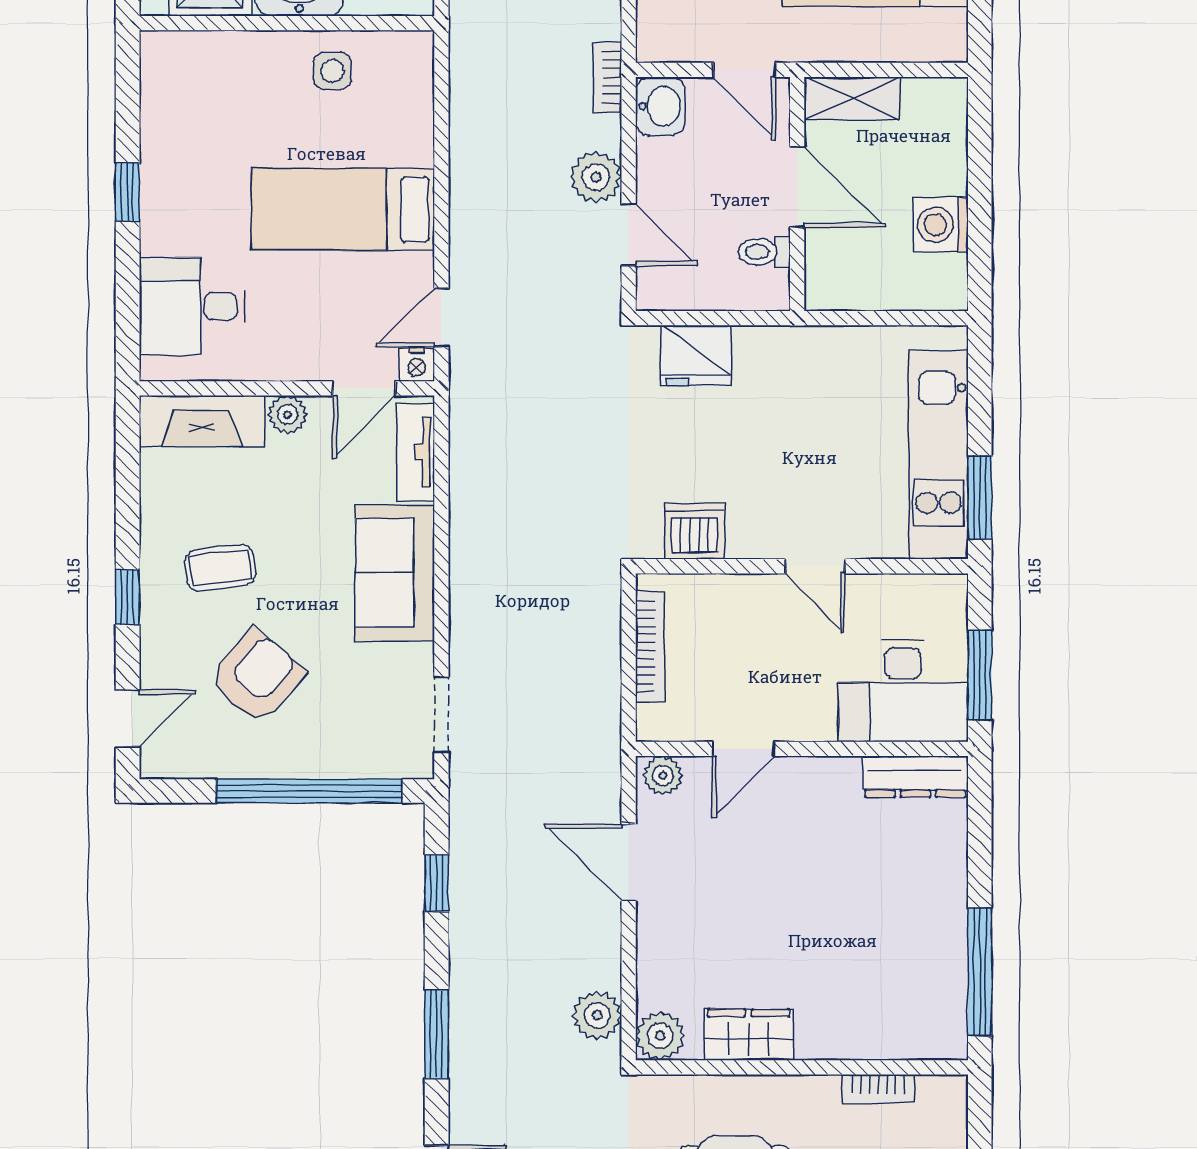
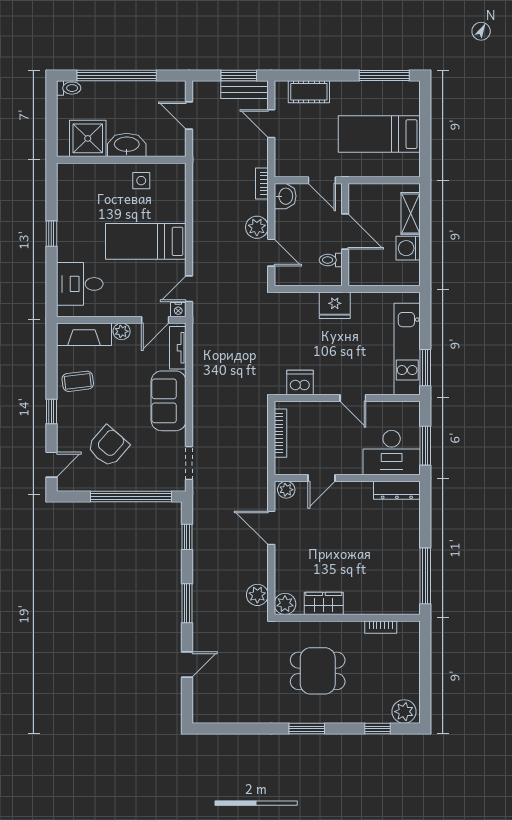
shelving: (852, 99) -> (411, 213), moved, turned 90
fridge: (696, 355) -> (335, 305), moved
coffee table: (220, 568) -> (78, 381), moved

